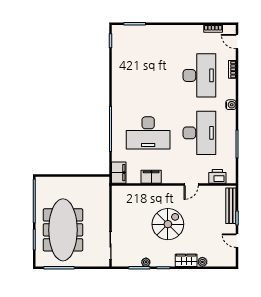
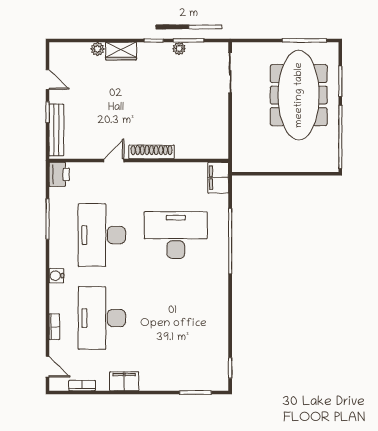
printer: (217, 176) -> (59, 174), moved, turned -90
filing cabinet: (151, 177) -> (124, 381), moved, turned 180
shoe rack: (165, 190) -> (152, 152), added
spiral stairs: (168, 224) -> (147, 103), removed

